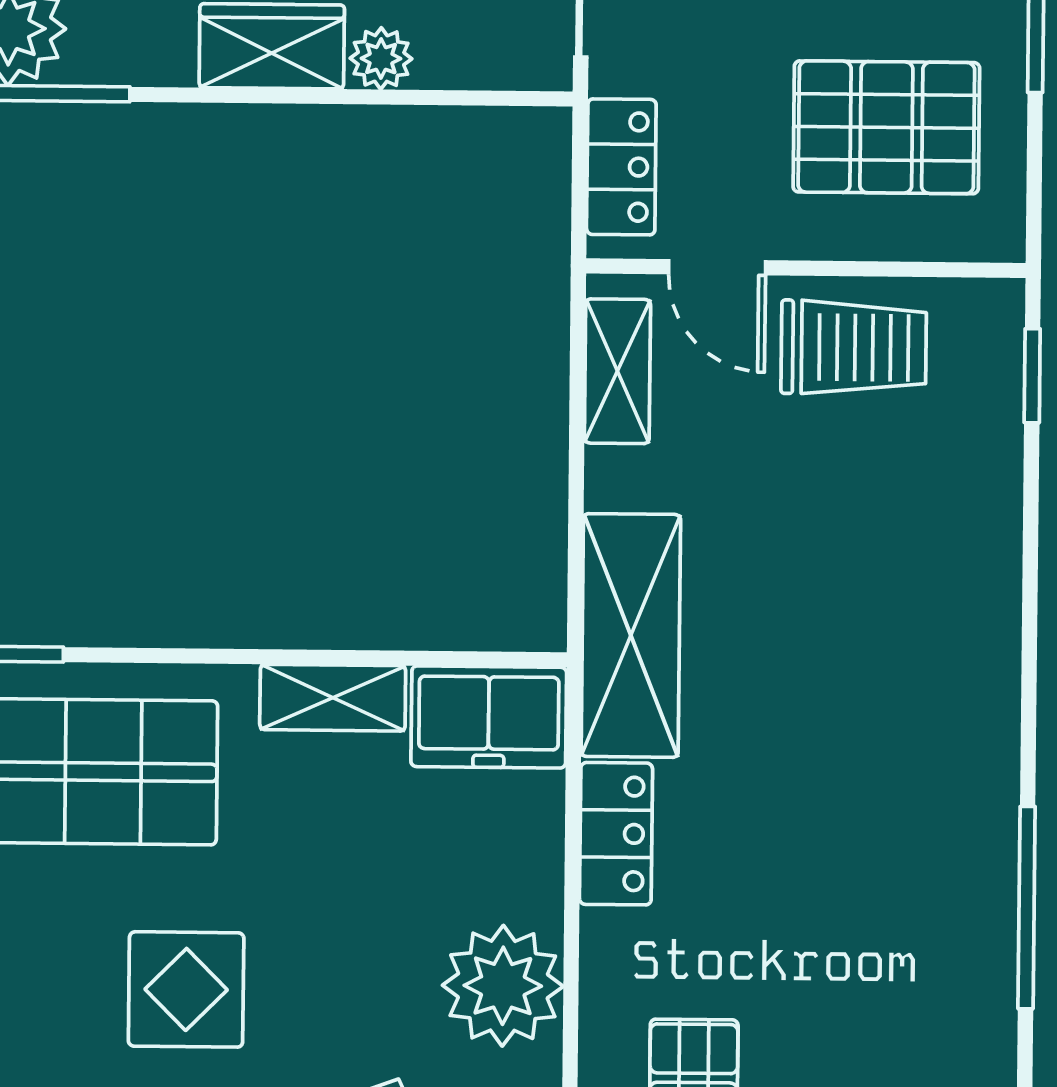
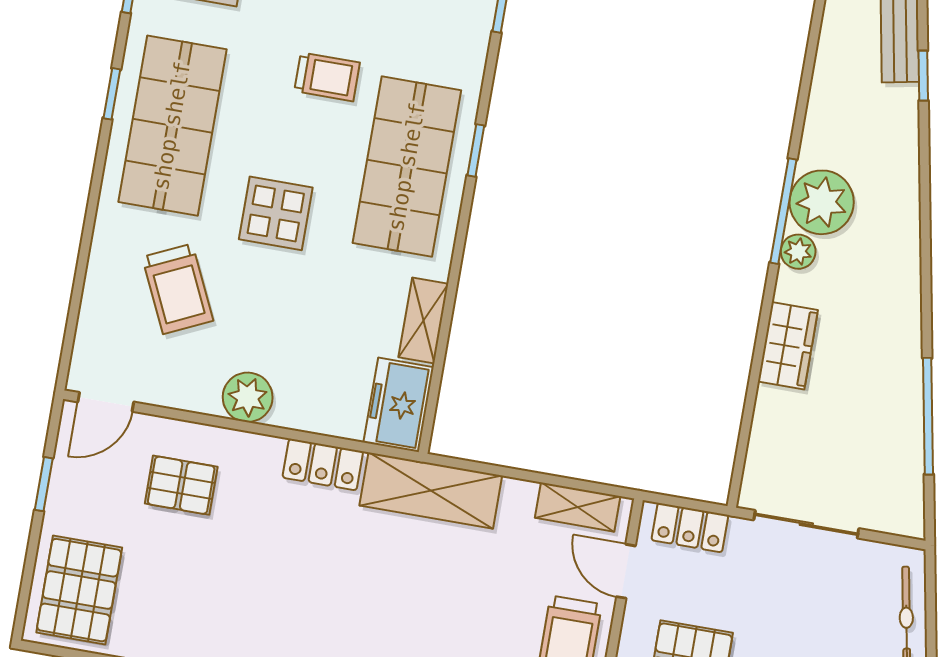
plant: (381, 58) -> (798, 252), moved
door: (717, 267) -> (626, 571), hinge flipped
plant: (503, 986) -> (248, 397), width x0.73, depth x0.73

